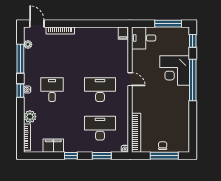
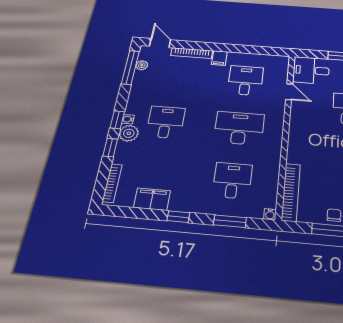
filing cabinet: (123, 33) -> (219, 58), moved
desk: (100, 51) -> (245, 81), added
window: (20, 59) -> (130, 67), moved
door: (130, 79) -> (289, 92), moved
window: (20, 112) -> (110, 148), added
plant: (30, 117) -> (129, 133), moved
desk: (100, 128) -> (232, 181), width x0.73

